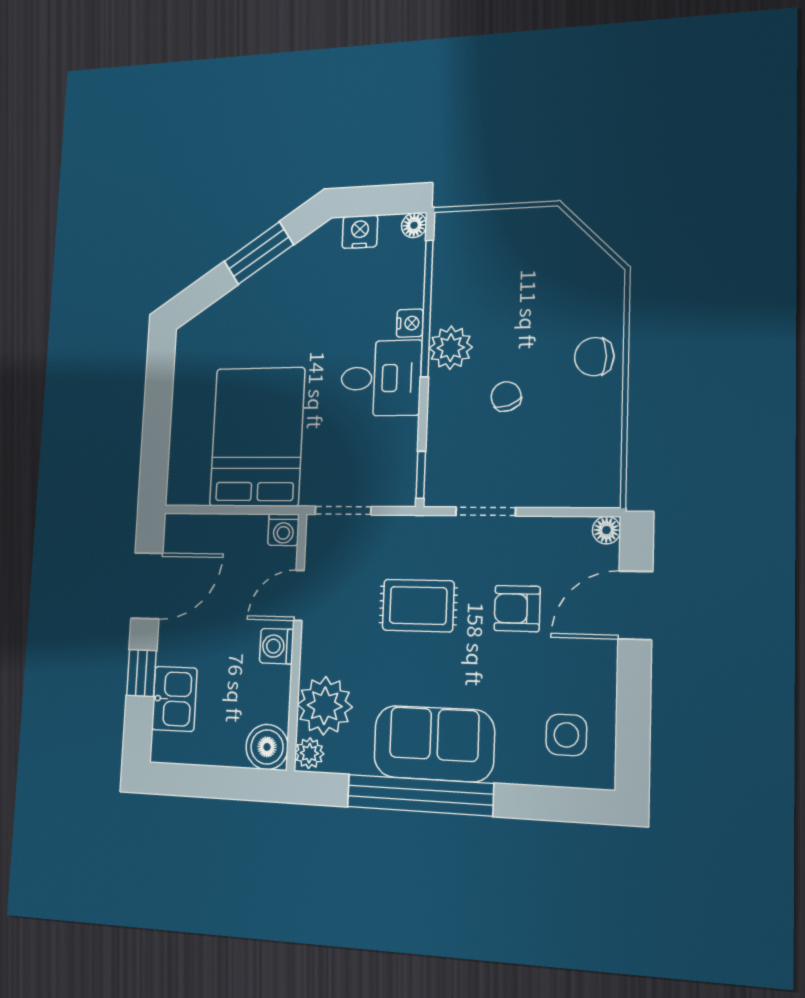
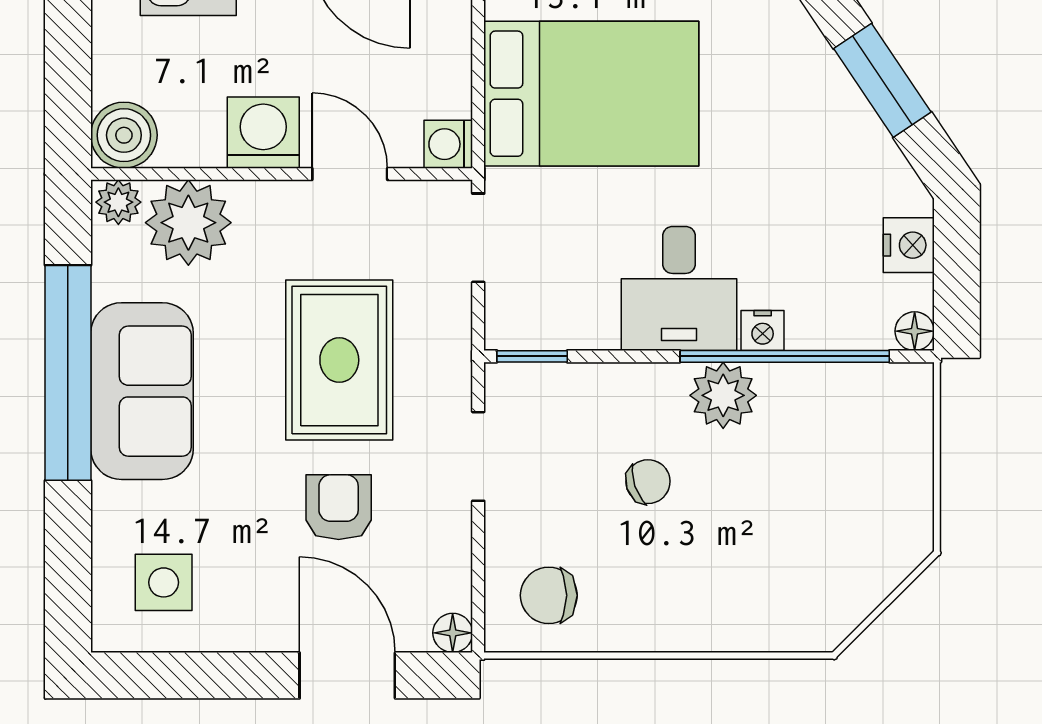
chair: (594, 357) -> (549, 595), moved, turned -90
rug: (418, 606) -> (339, 360), width x1.36, depth x1.43
washing machine: (277, 646) -> (263, 133), width x1.38, depth x1.38

